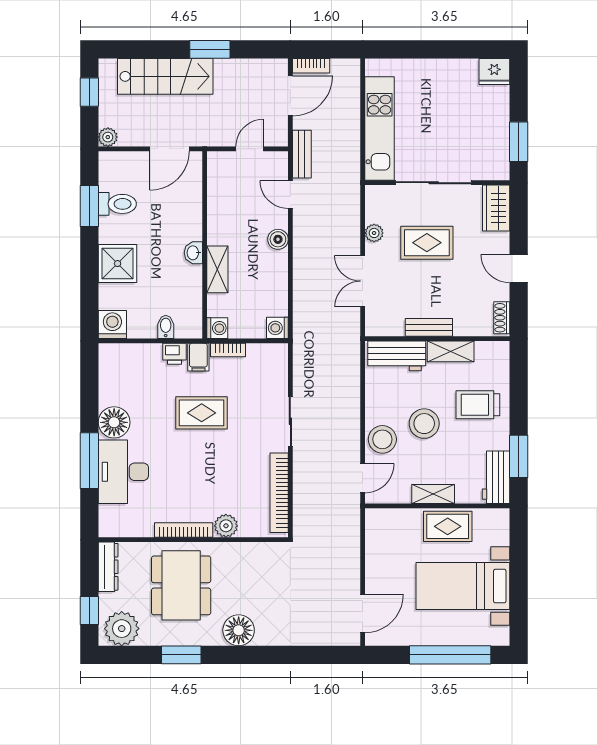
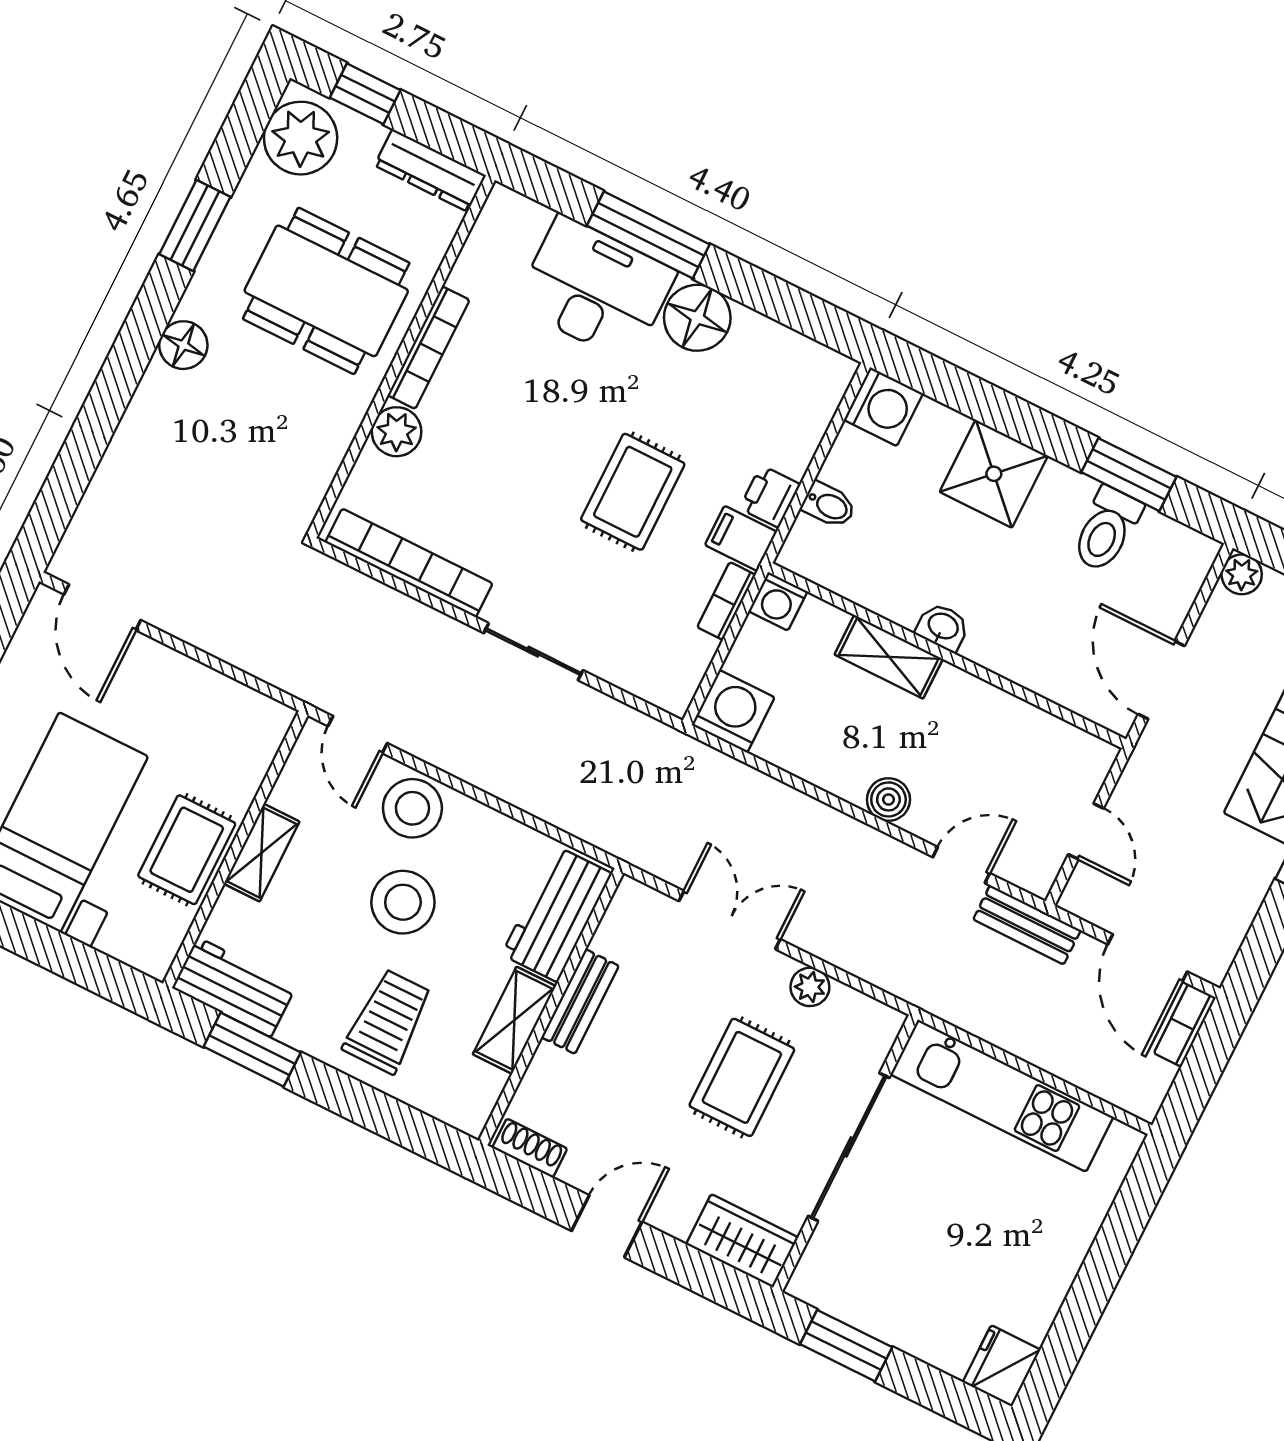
washing machine: (277, 328) -> (733, 711), width x1.38, depth x1.38
floor lamp: (239, 630) -> (183, 345), width x0.73, depth x0.73

